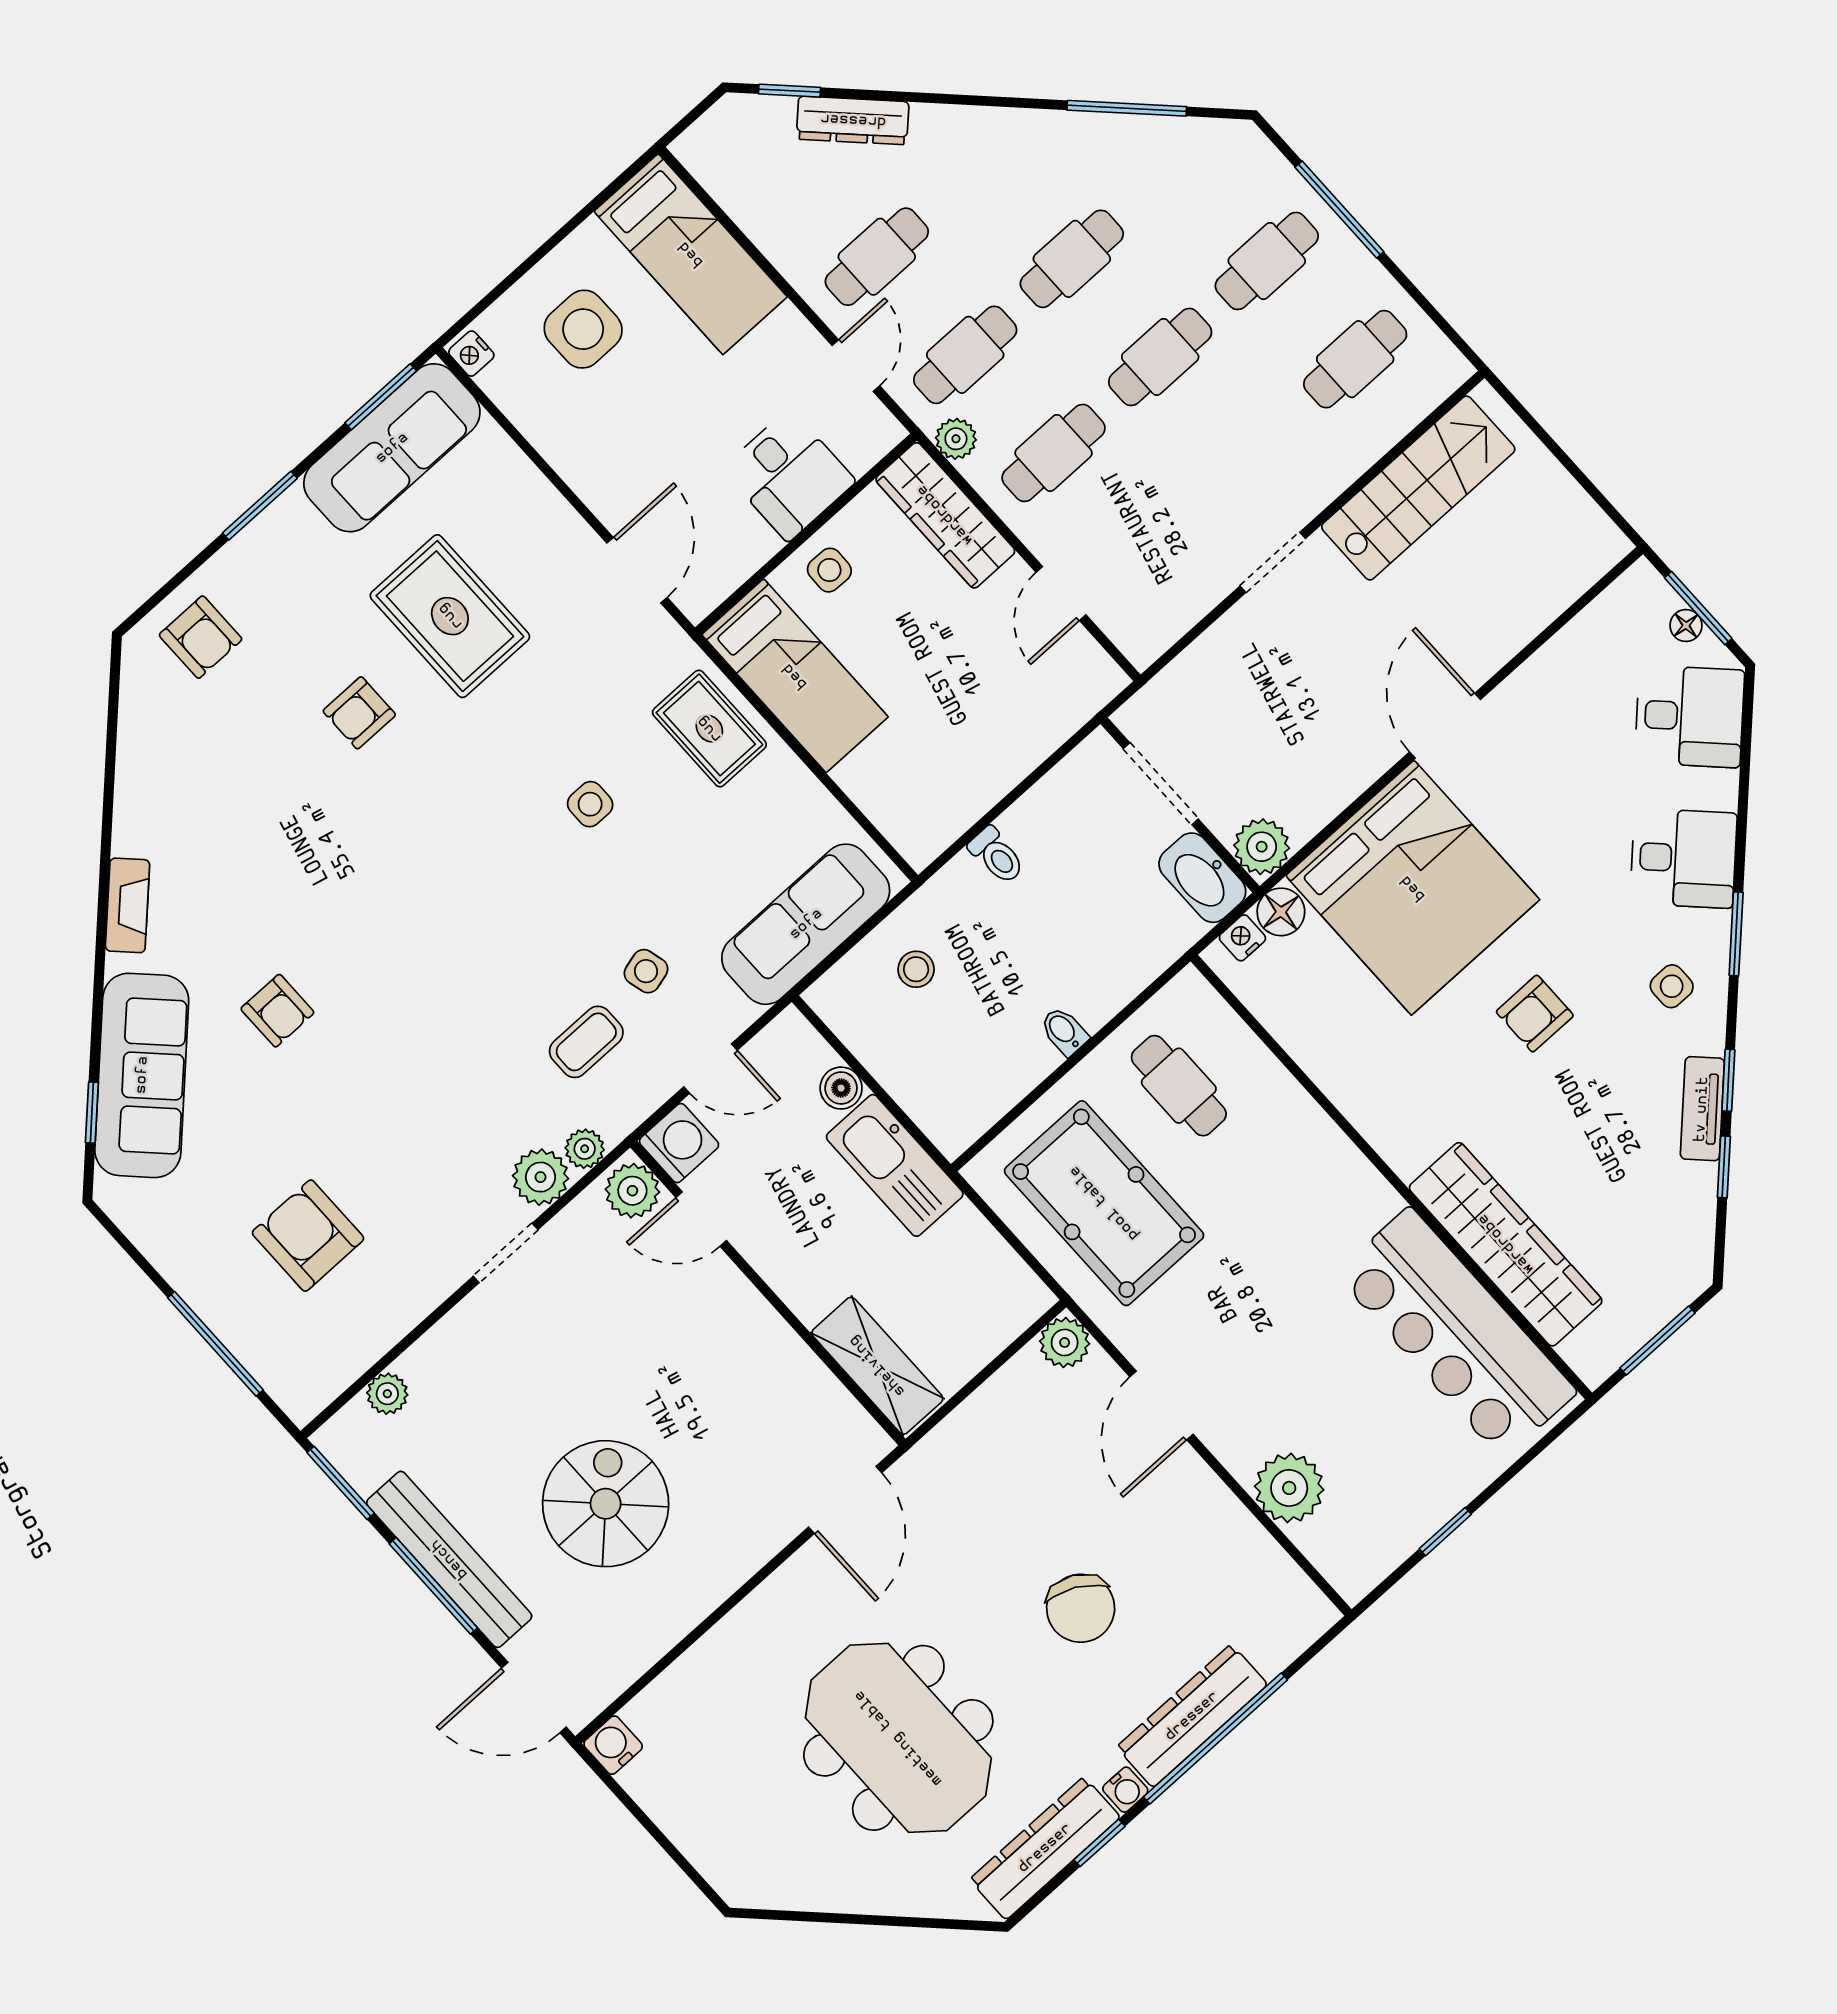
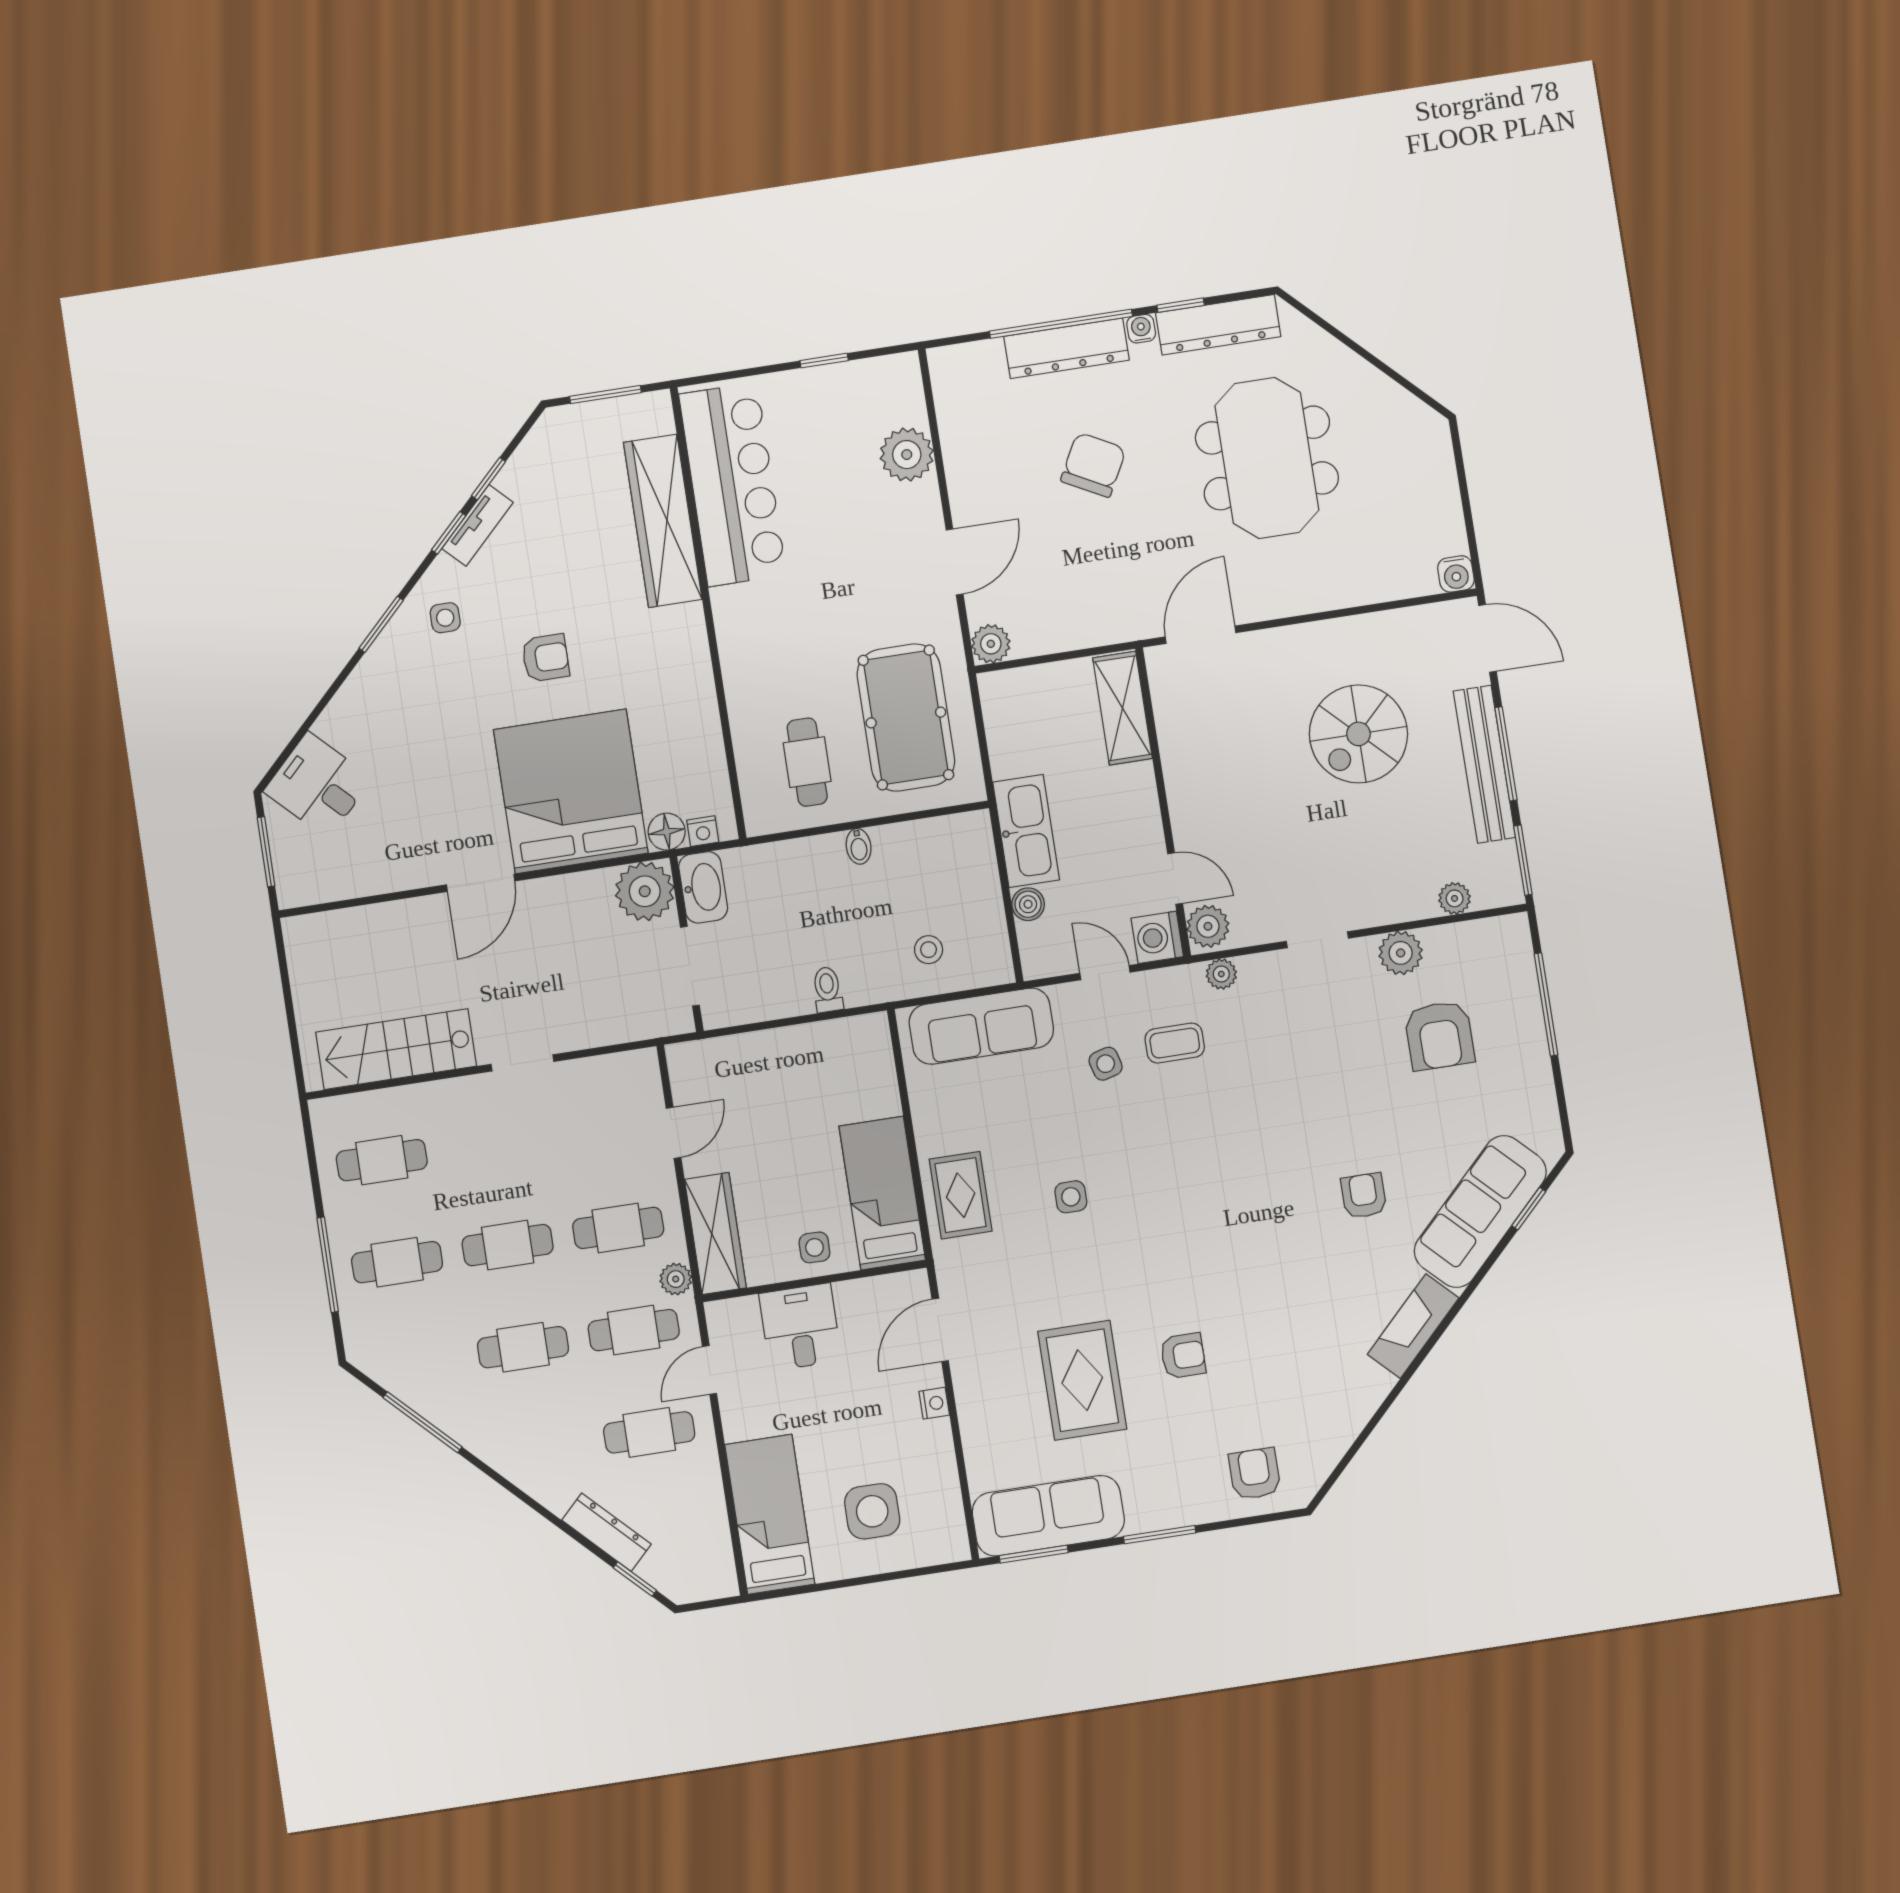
nightstand: (471, 354) -> (934, 1403), moved
floor lamp: (1686, 625) -> (282, 846), removed
plant: (1262, 847) -> (645, 891), width x1.36, depth x1.36
desk: (1684, 858) -> (383, 696), removed
fireplace: (128, 905) -> (1413, 1326), width x1.37, depth x1.32
plant: (540, 1177) -> (1401, 953), moved

